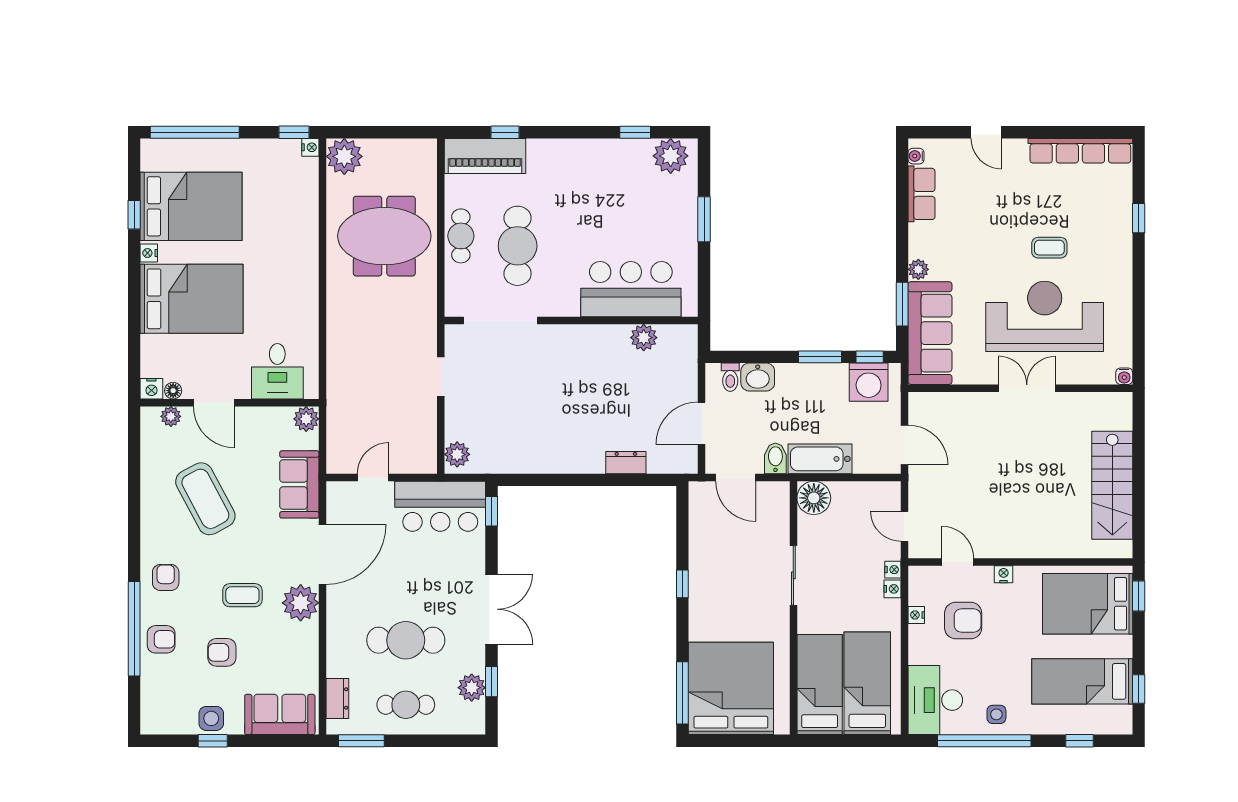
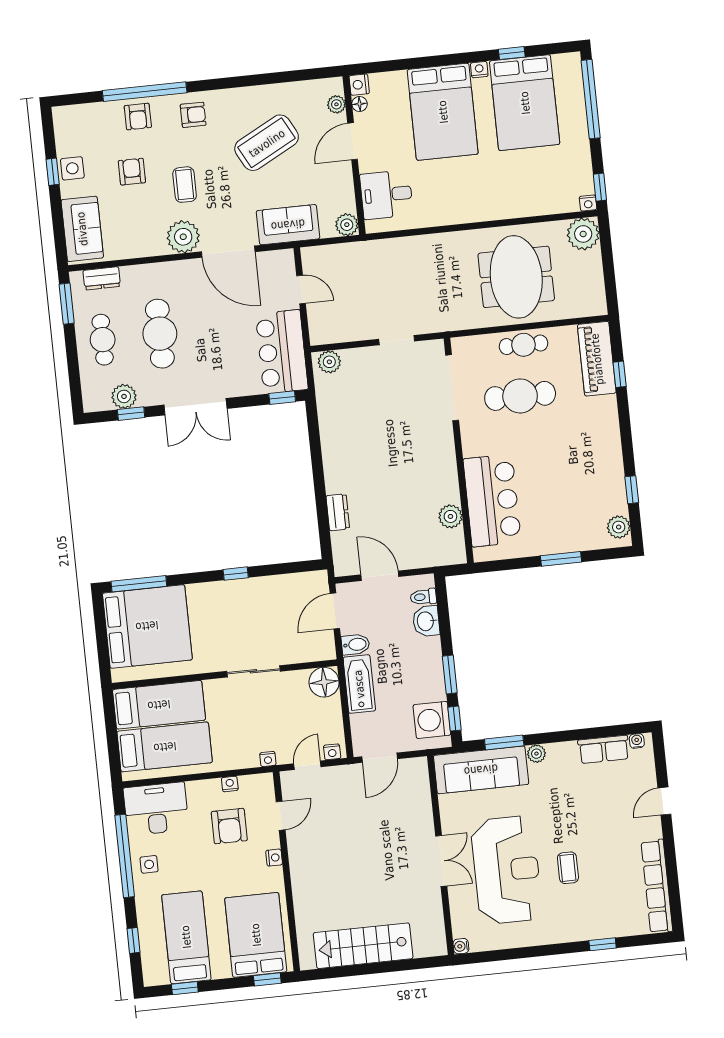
plant: (671, 156) -> (619, 527), width x0.73, depth x0.73
nightstand: (892, 589) -> (332, 752), moved

